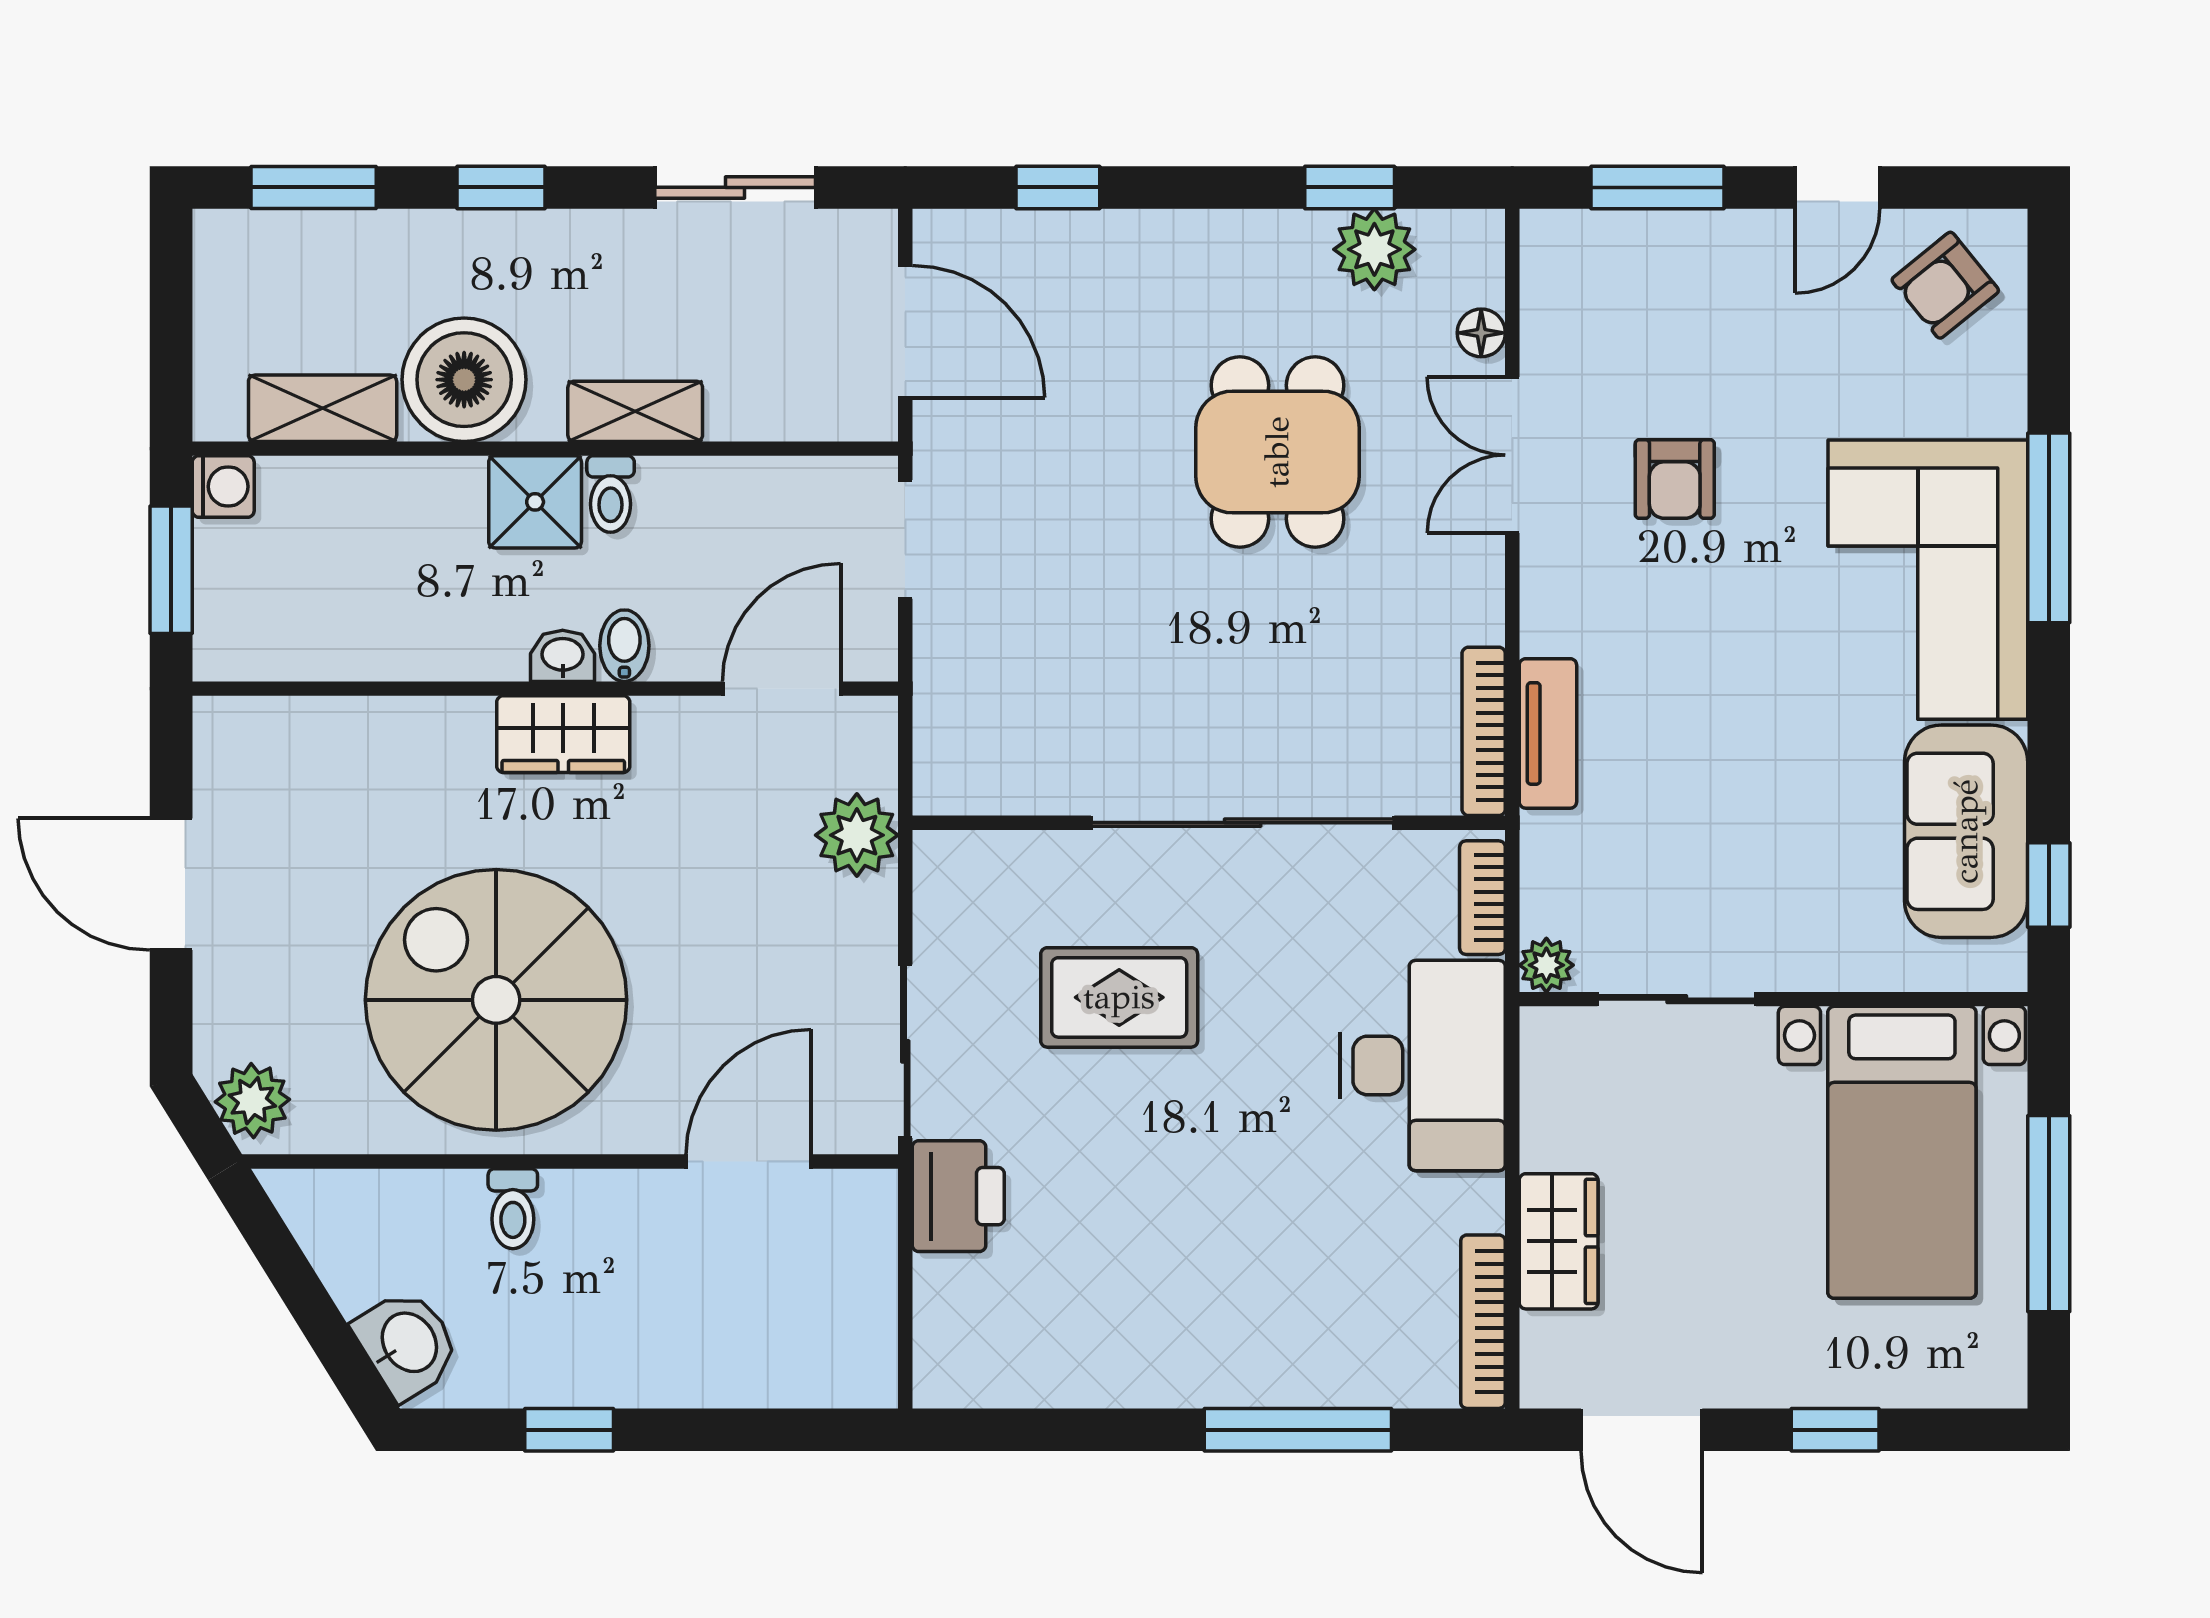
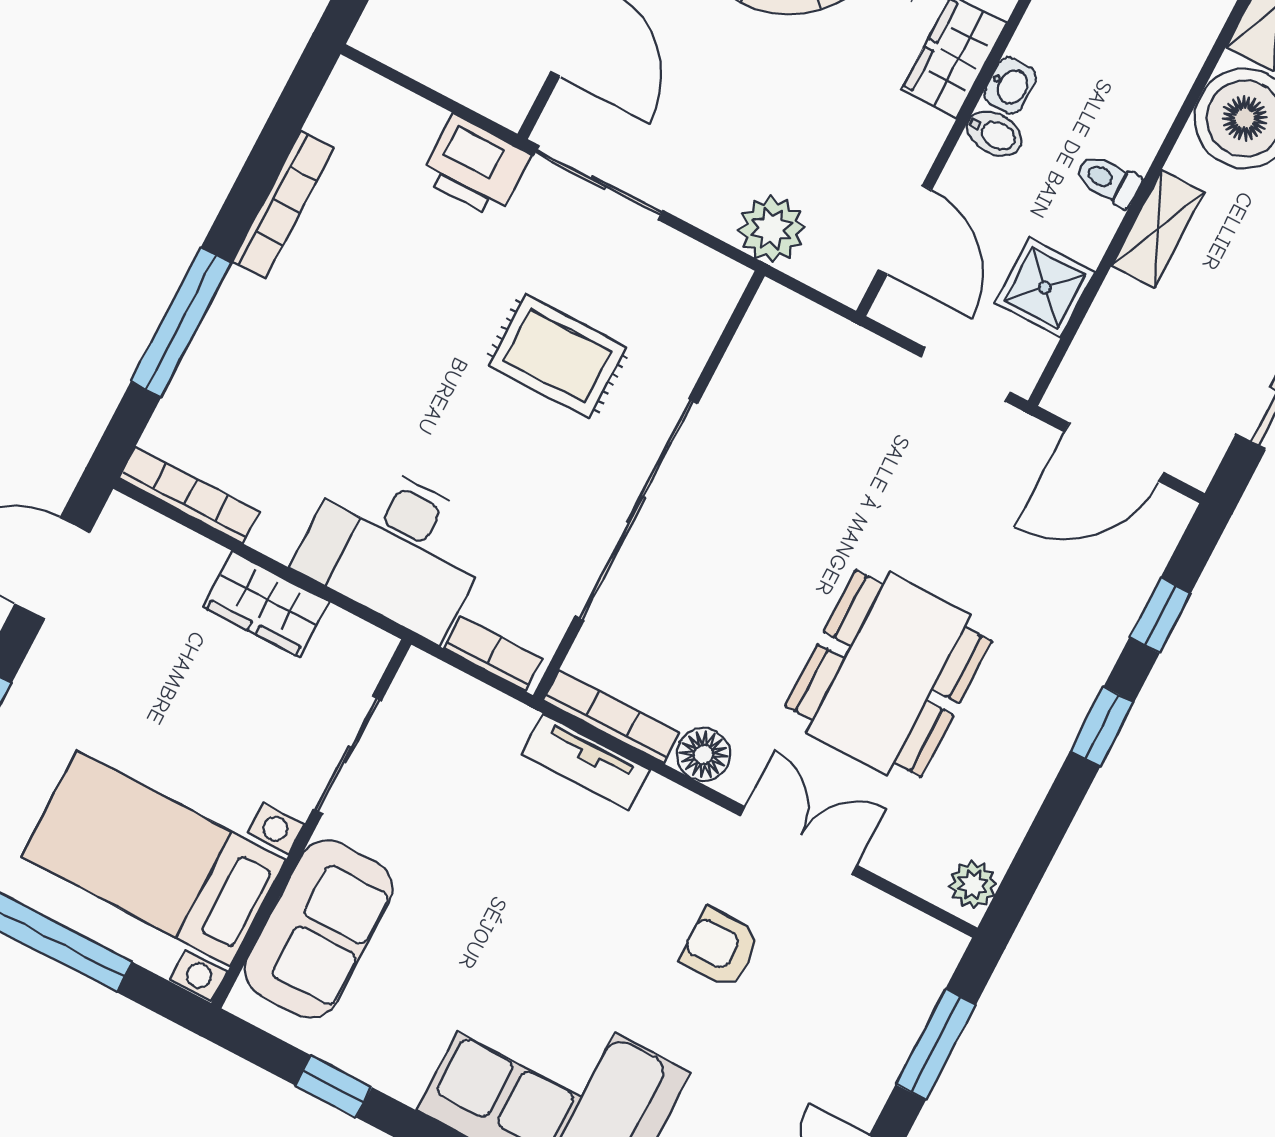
window: (1350, 187) -> (1102, 727), moved
plant: (1374, 249) -> (973, 885), moved, width x0.73, depth x0.73
floor lamp: (1481, 333) -> (704, 754), moved, width x1.37, depth x1.37
dining table: (1277, 452) -> (889, 674), width x1.38
shower: (535, 502) -> (1045, 287), moved
sofa: (1966, 831) -> (319, 929), moved, turned 90
window: (2049, 885) -> (334, 1086), moved
plant: (1546, 965) -> (421, 674), removed
rug: (1119, 997) -> (557, 356), turned 90
wardrobe: (1559, 1241) -> (266, 604), moved
bookcase: (1110, 1385) -> (283, 205), added

